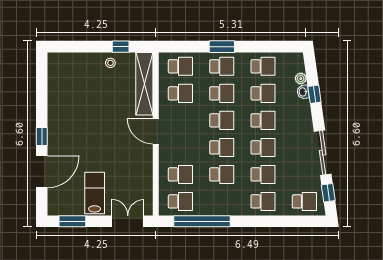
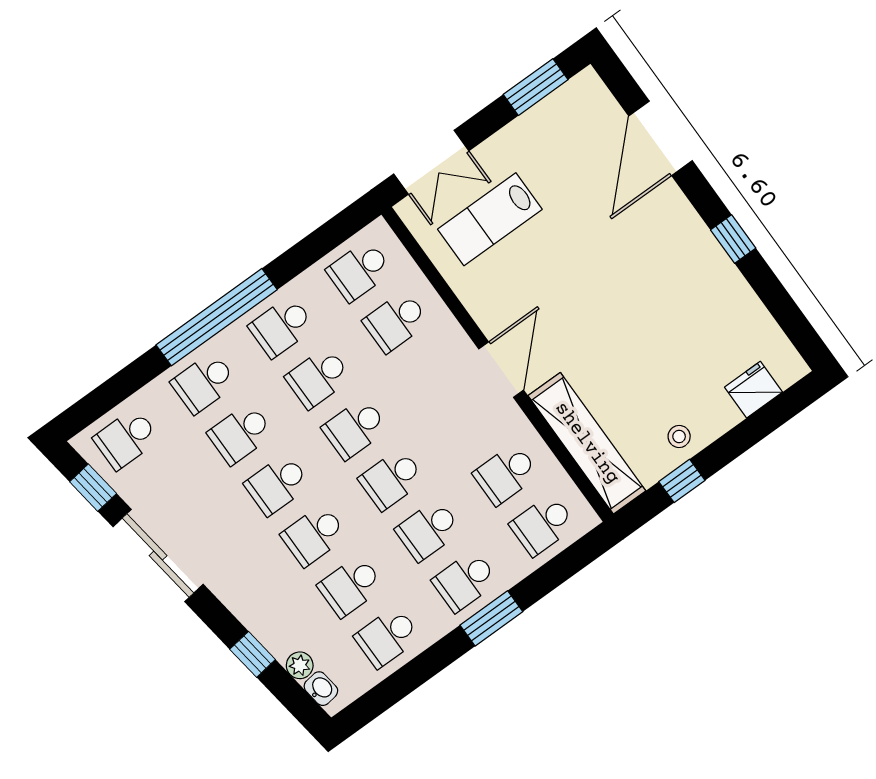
fridge: (73, 60) -> (754, 390), added
washbasin: (303, 92) -> (321, 689), moved
door: (156, 131) -> (501, 370), hinge flipped
window: (42, 137) -> (733, 239), moved
lab bench: (95, 193) -> (490, 219), moved, turned 90
school desk: (222, 201) -> (282, 327), added
window: (202, 221) -> (217, 317), moved

